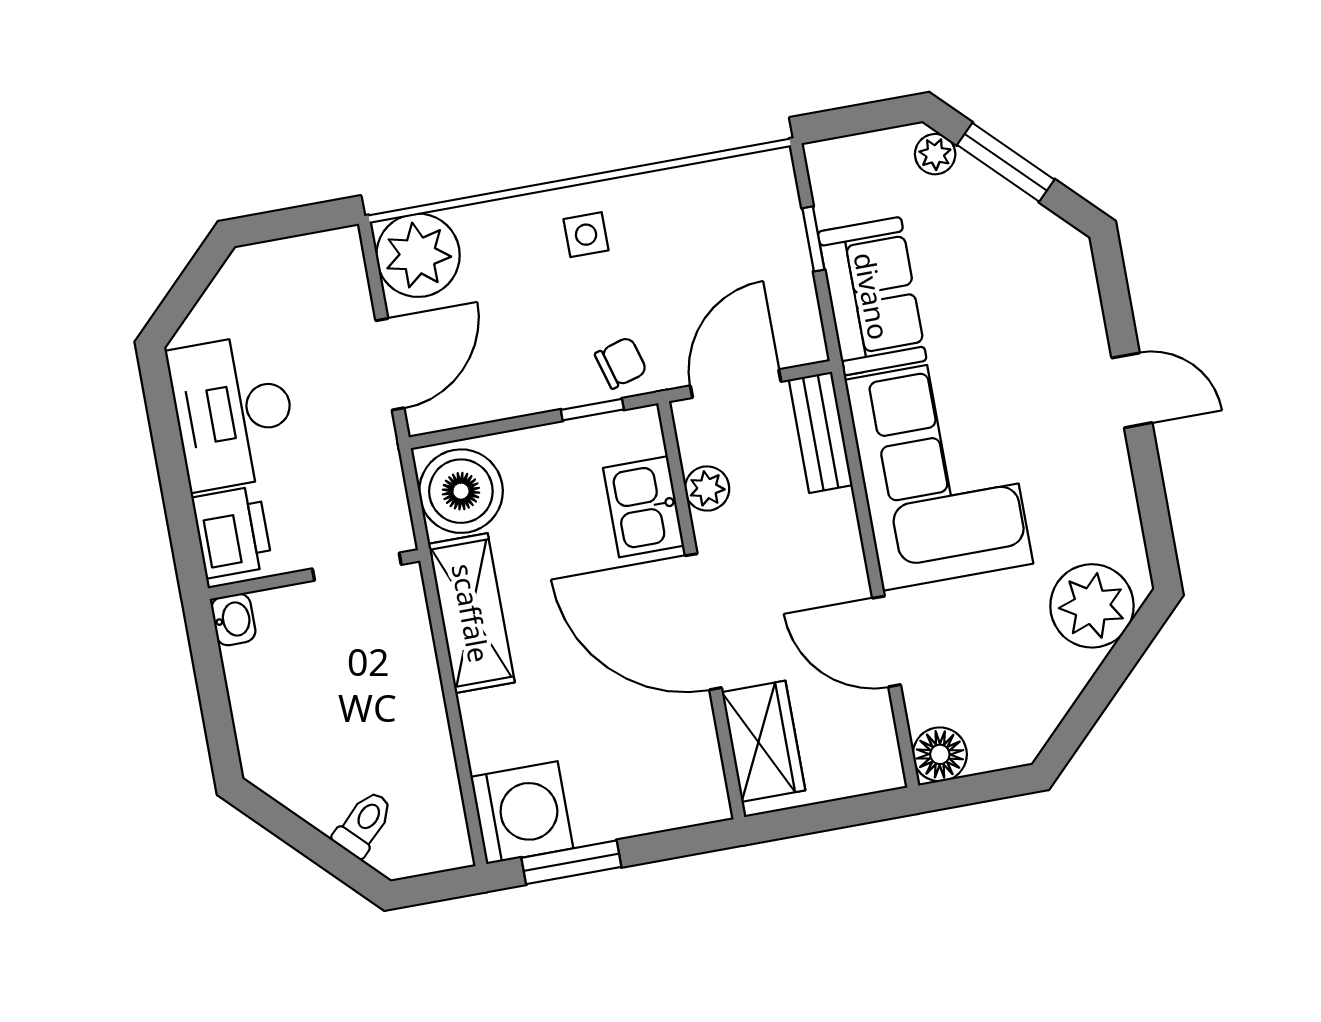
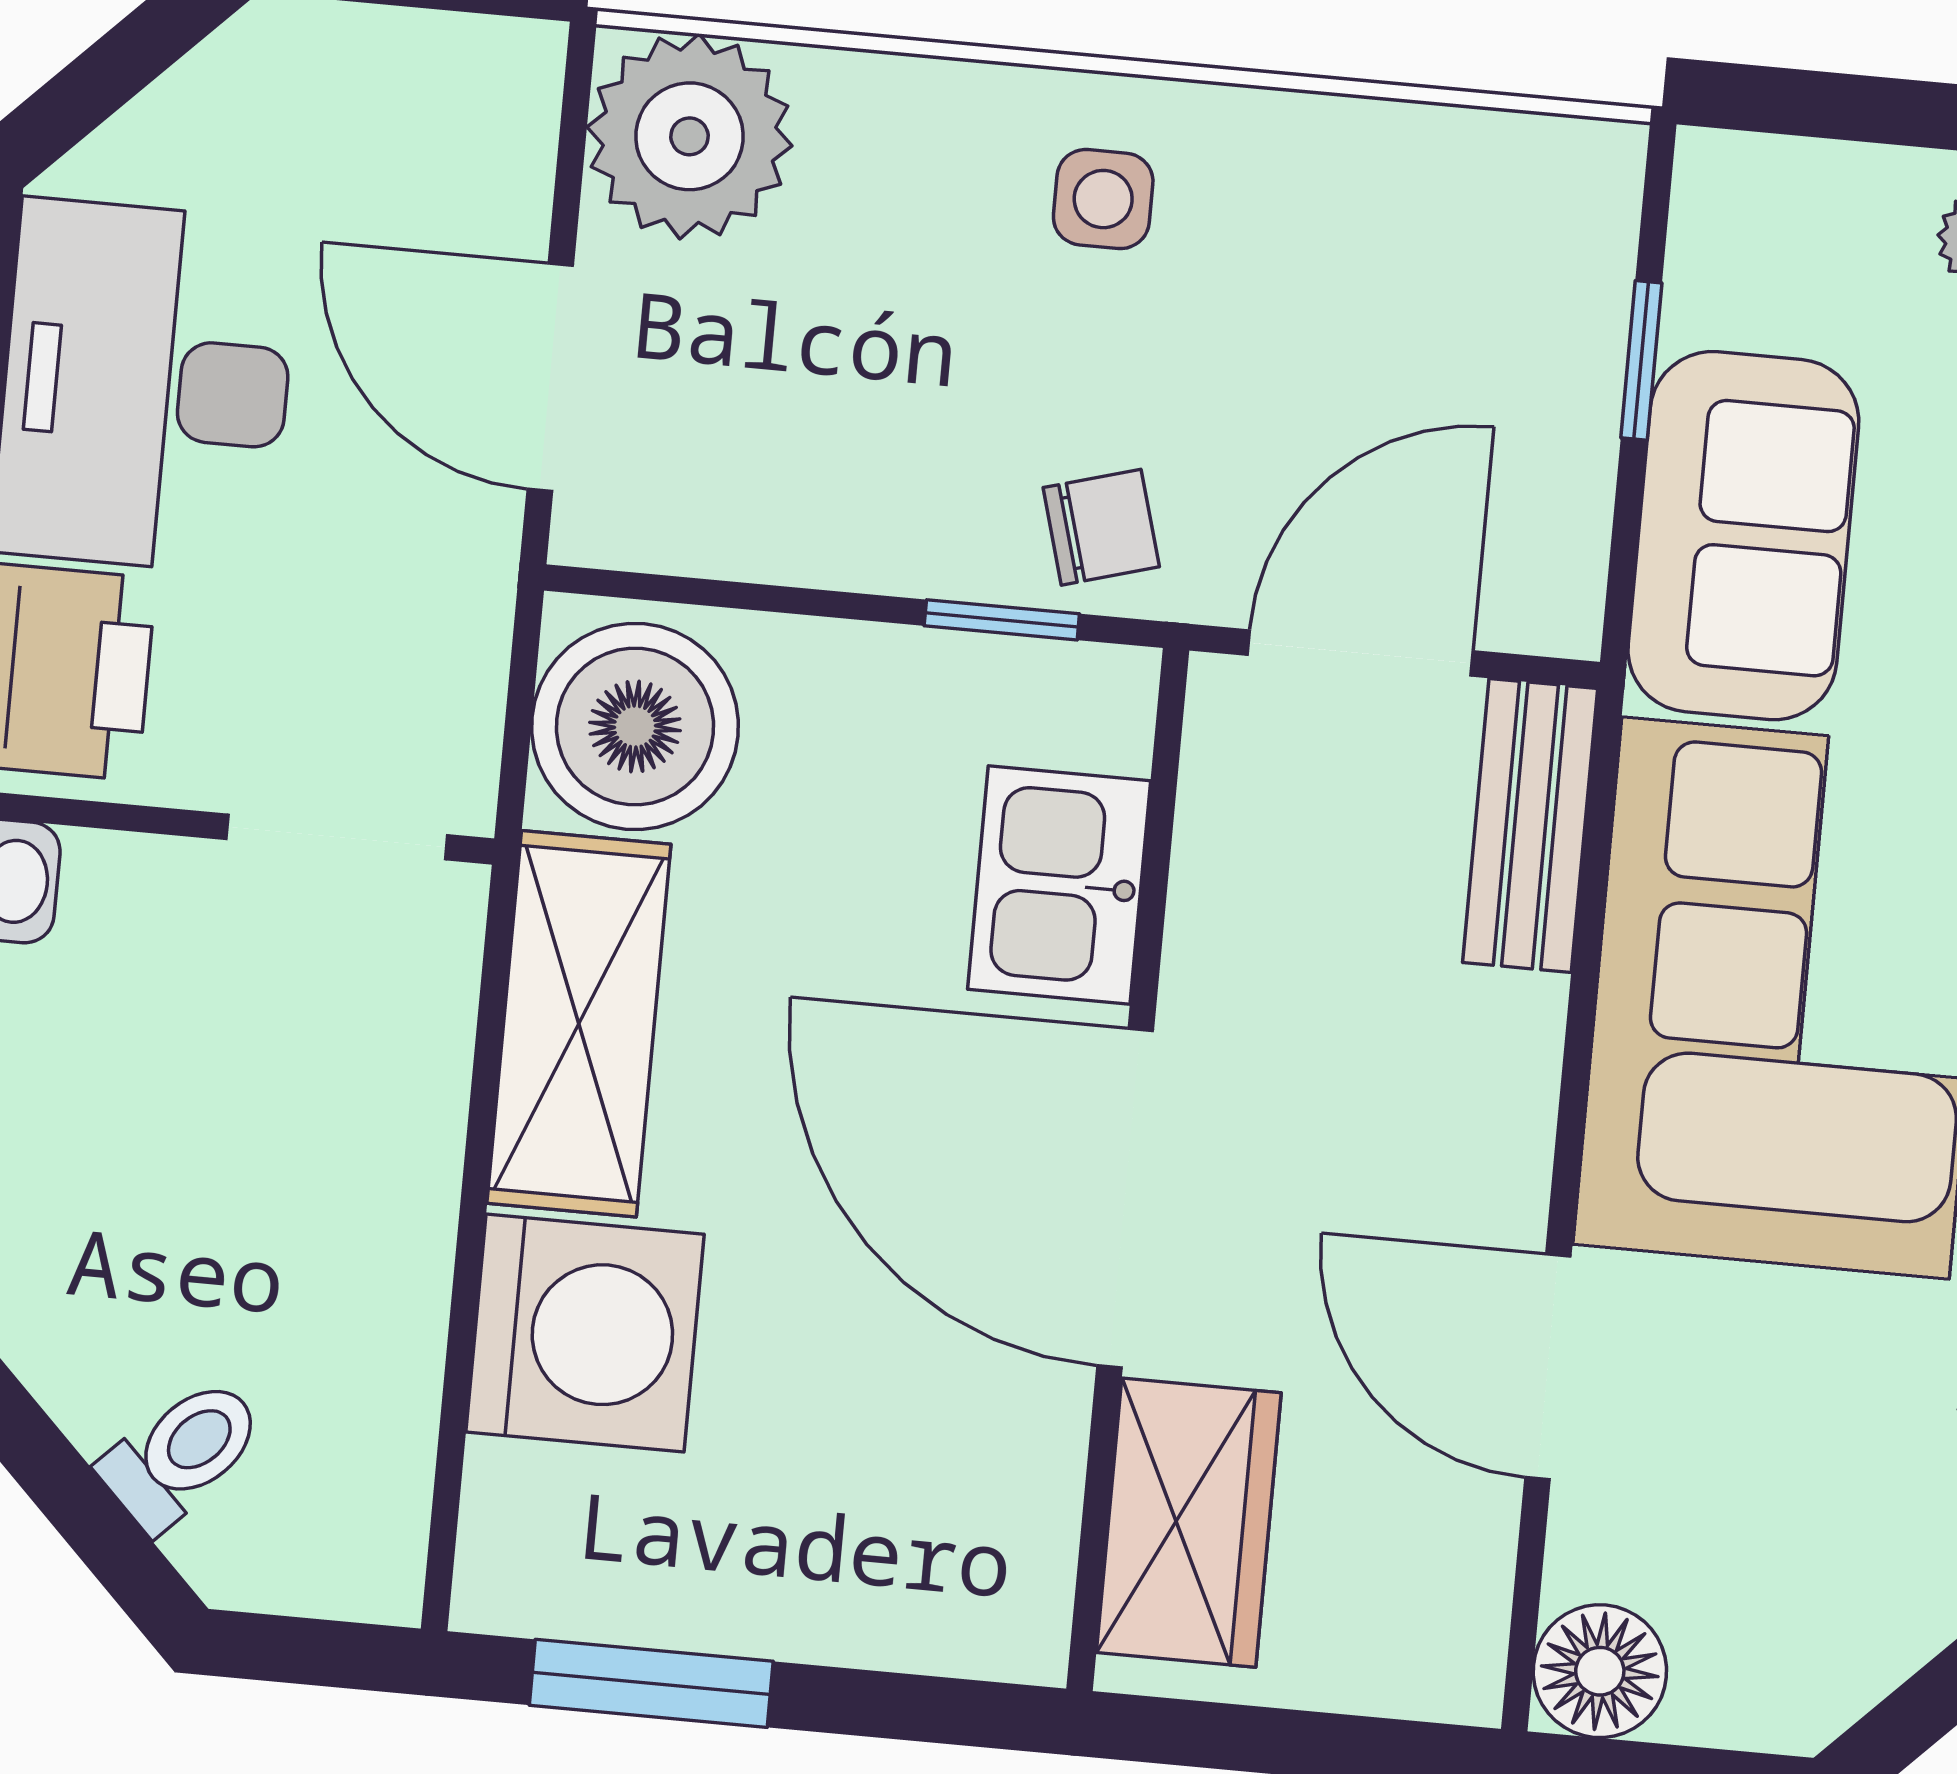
door: (390, 364) -> (550, 377), swing flipped
plant: (707, 488) -> (1223, 884), removed
washing machine: (522, 813) -> (585, 1333), moved

